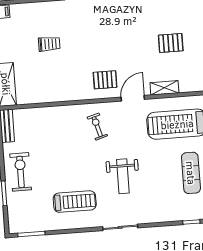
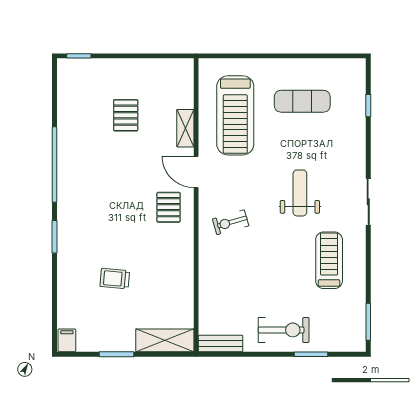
trolley: (49, 44) -> (115, 279), turned -85
exercise bike: (21, 172) -> (284, 330), turned 180
weight bench: (123, 176) -> (300, 193), turned -90

